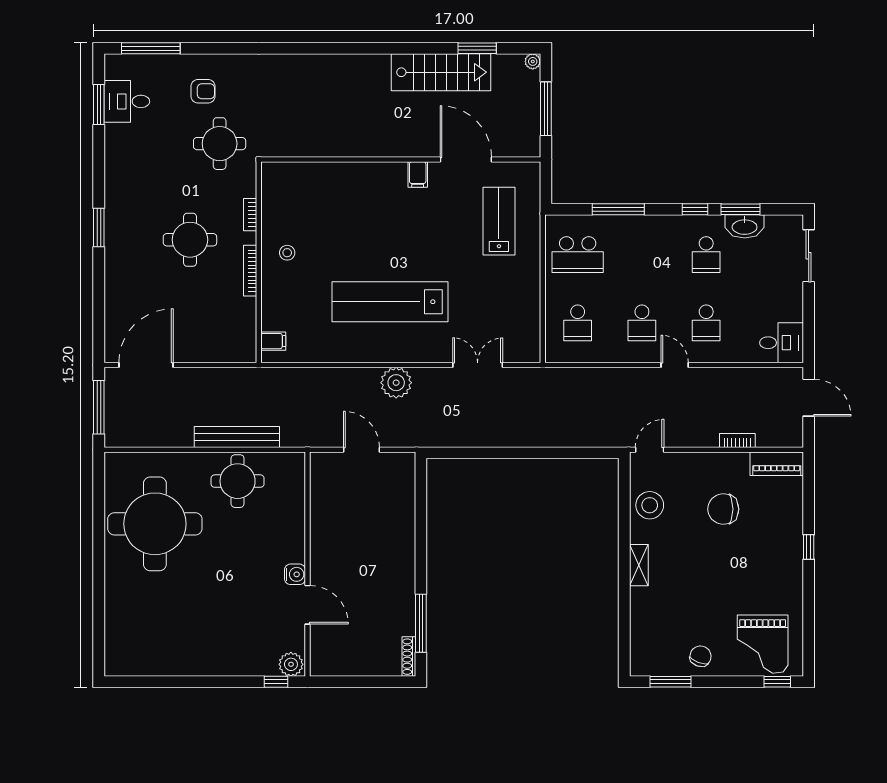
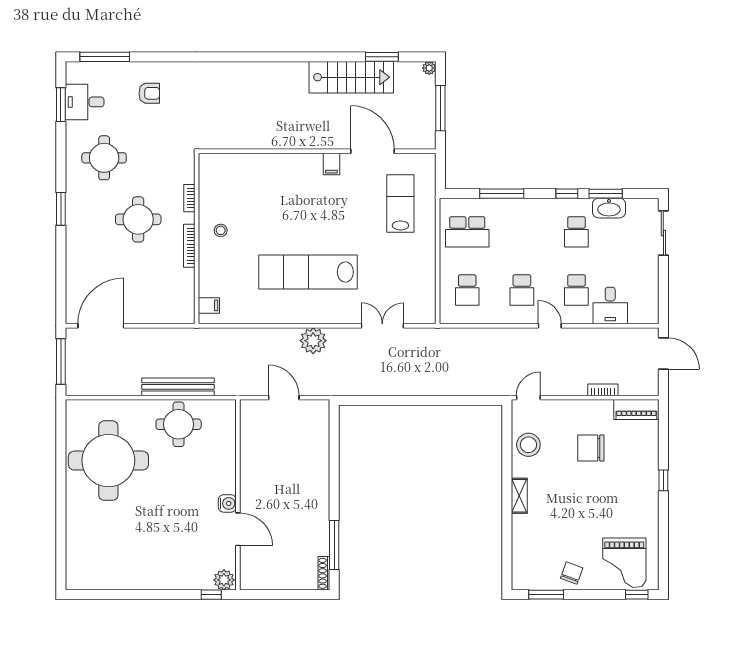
round table: (220, 144) -> (104, 158), moved
desk: (782, 343) -> (610, 305), moved, turned 90

